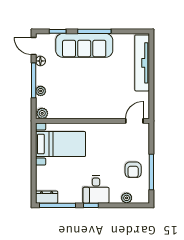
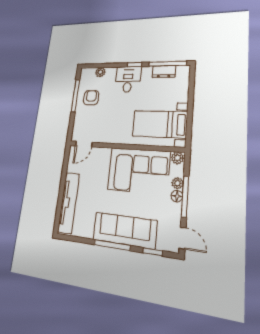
floor lamp: (40, 61) -> (177, 196), moved
corner sofa: (77, 99) -> (138, 171), added
dresser: (47, 197) -> (164, 72), moved

